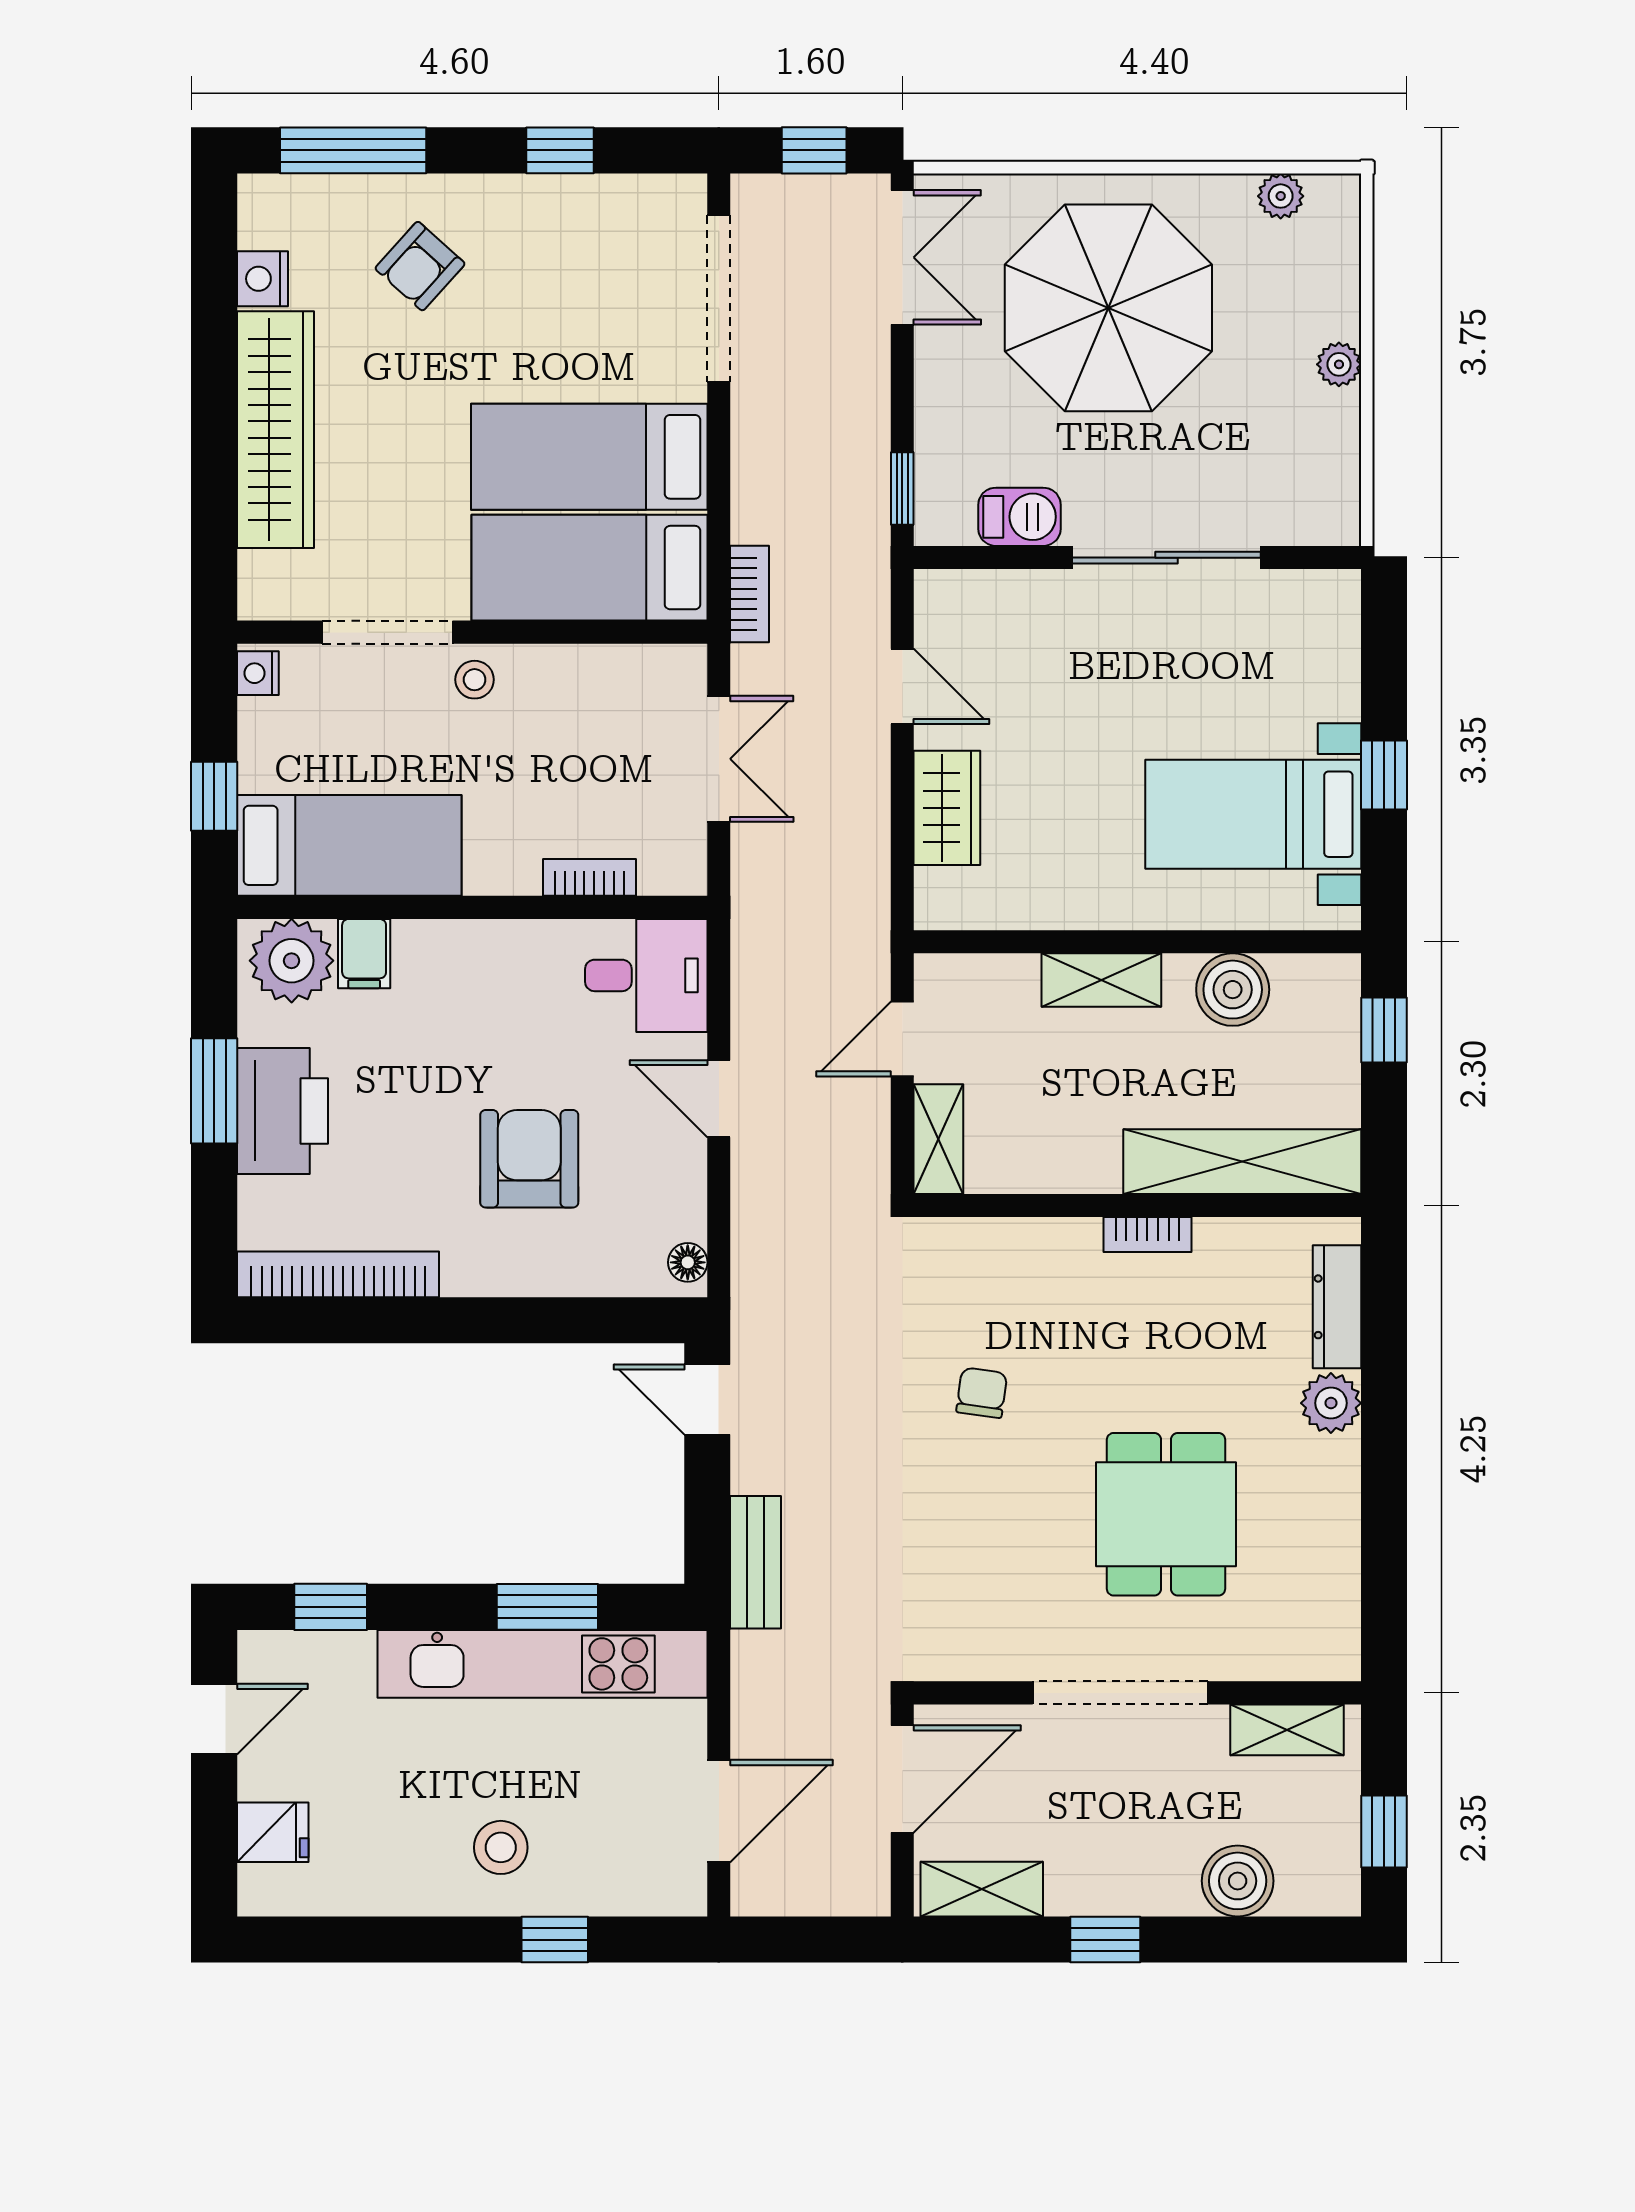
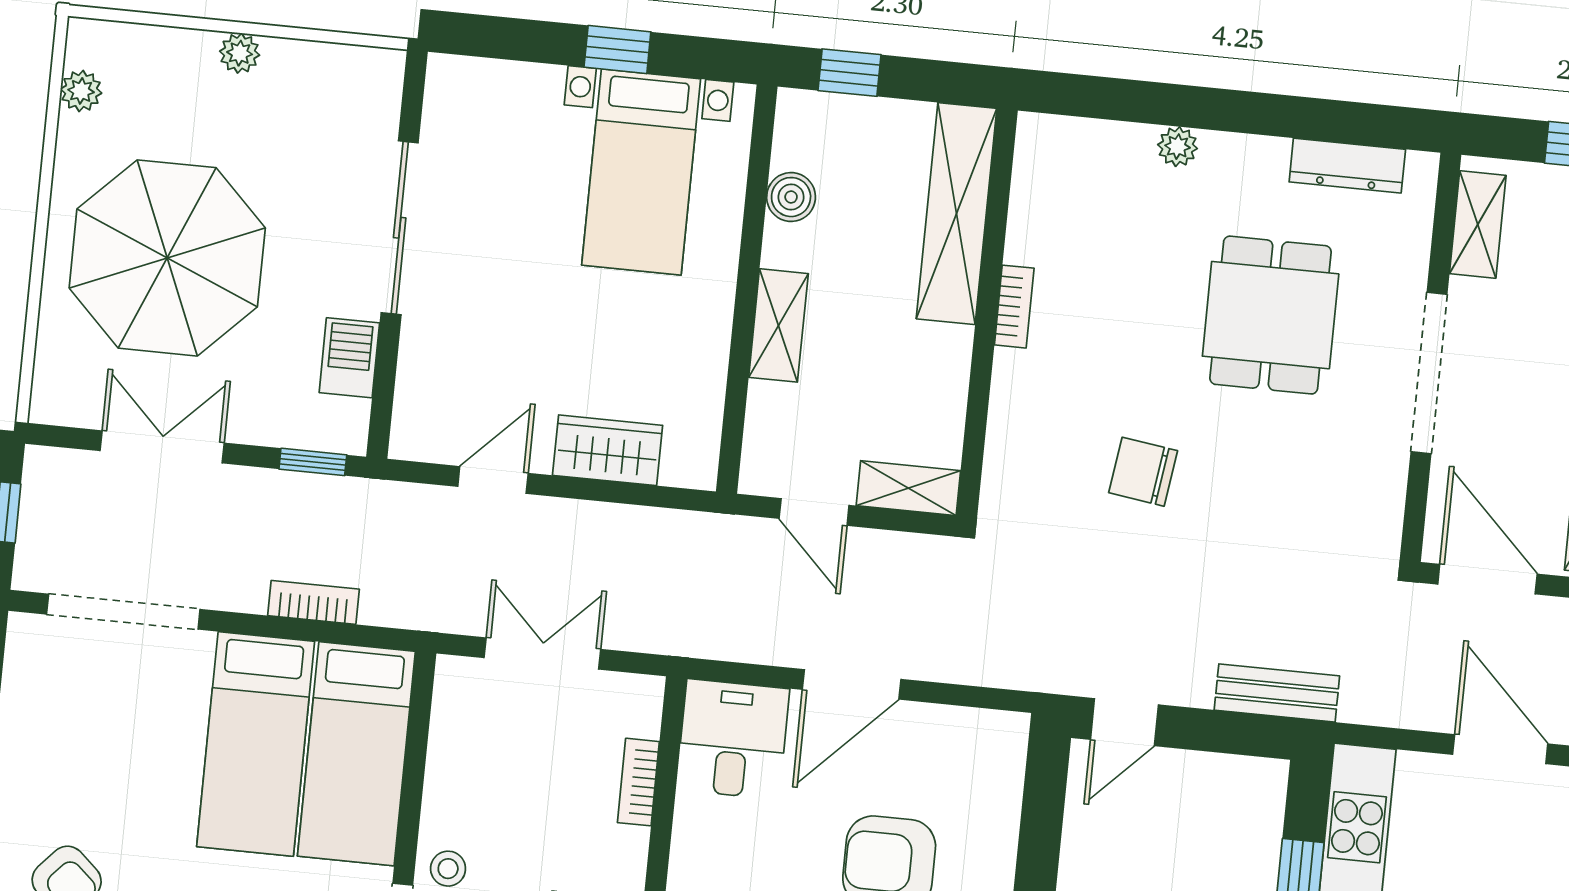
double door: (902, 257) -> (162, 447), moved
bookcase: (750, 594) -> (313, 602), moved
boiler: (1233, 990) -> (791, 197), width x0.73, depth x0.73
door: (719, 1099) -> (852, 684), width x1.38
floor lamp: (688, 1262) -> (998, 727), removed
dresser: (1337, 1307) -> (1347, 166), moved
chair: (982, 1393) -> (1143, 472), width x1.37, depth x1.37
plant: (1331, 1403) -> (1178, 147), width x0.73, depth x0.73
dining table: (1166, 1514) -> (1271, 315), turned 90

